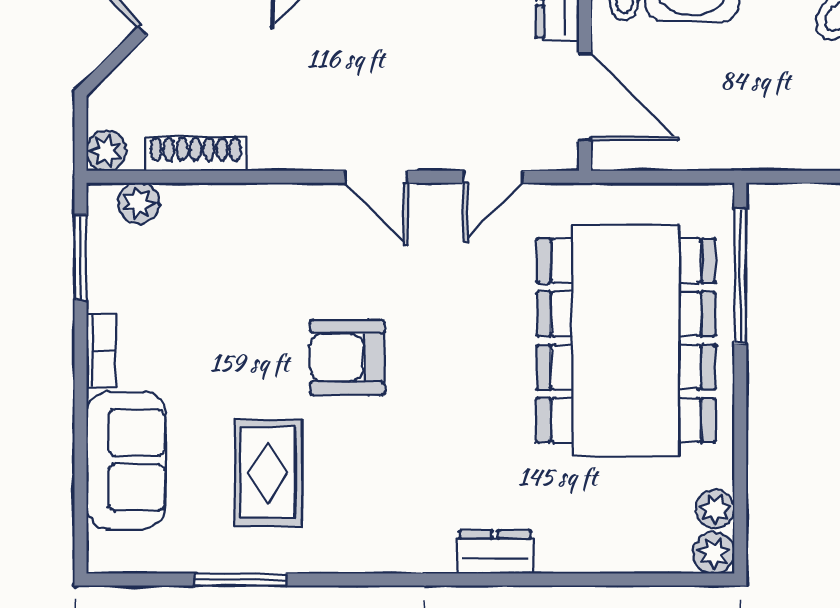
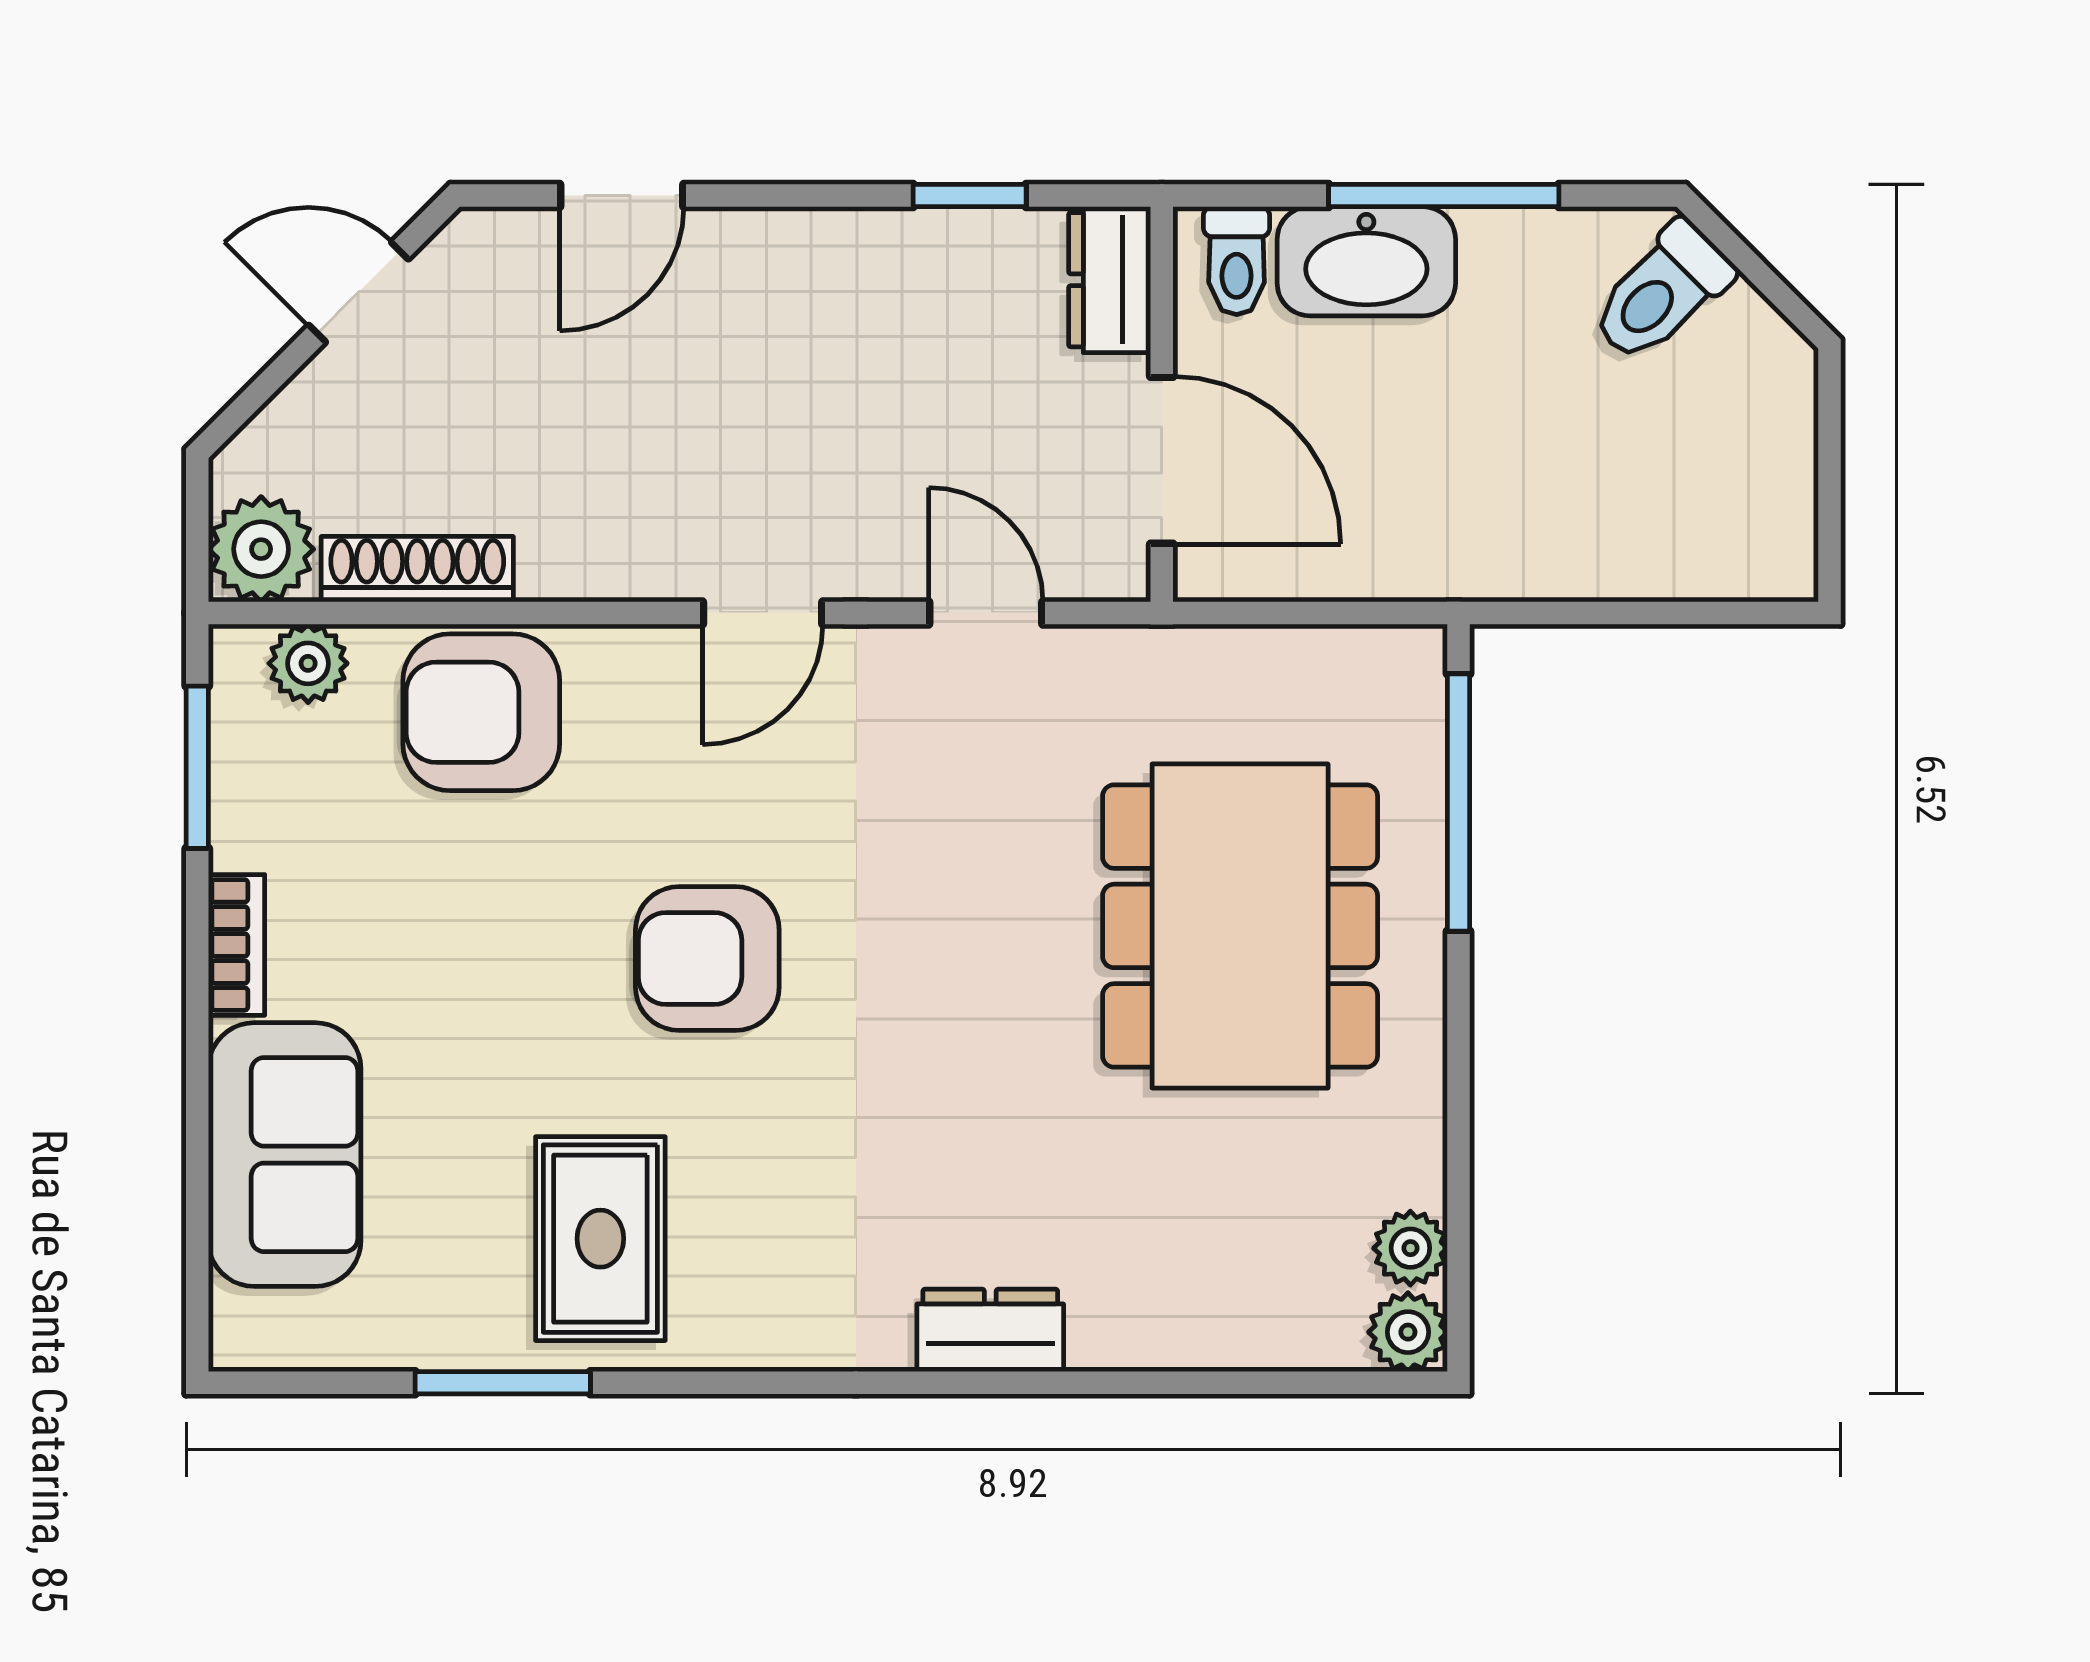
plant: (106, 151) -> (261, 549), width x1.38, depth x1.38
door: (376, 177) -> (763, 613), hinge flipped
door: (493, 177) -> (986, 613), swing flipped
armchair: (229, 229) -> (481, 712), added
dining table: (626, 341) -> (1240, 926), width x0.73, depth x0.80
rug: (268, 473) -> (600, 1239), moved

